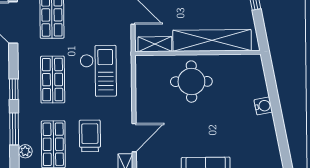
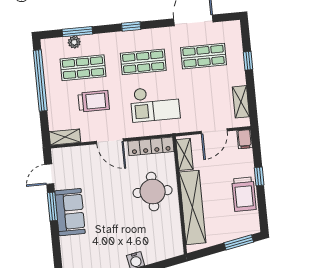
locker: (143, 79) -> (151, 146), added
window: (14, 129) -> (77, 32), moved
door: (134, 138) -> (110, 141), moved

